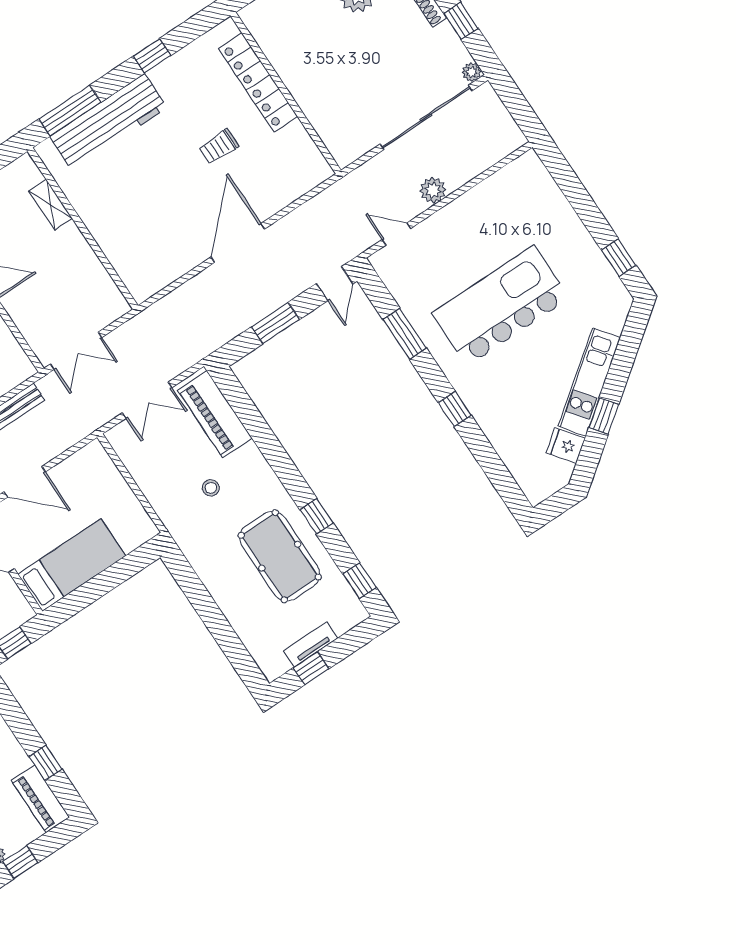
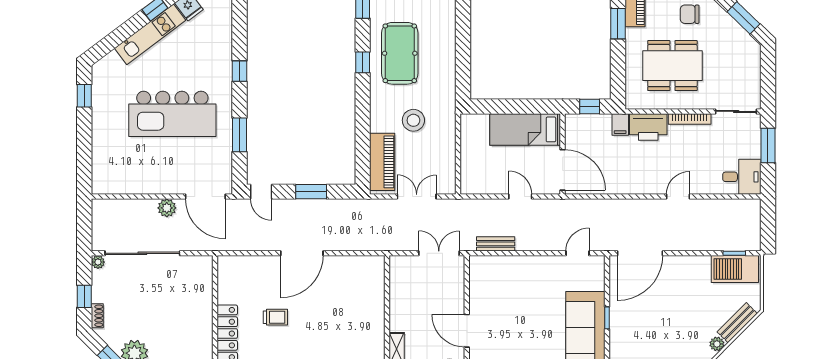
door: (396, 234) -> (205, 197), width x1.87
door: (335, 284) -> (261, 192), swing flipped
door: (25, 482) -> (520, 197), width x0.73
stool: (211, 488) -> (413, 120), width x1.89, depth x1.89
window: (46, 763) -> (618, 24), width x1.50

